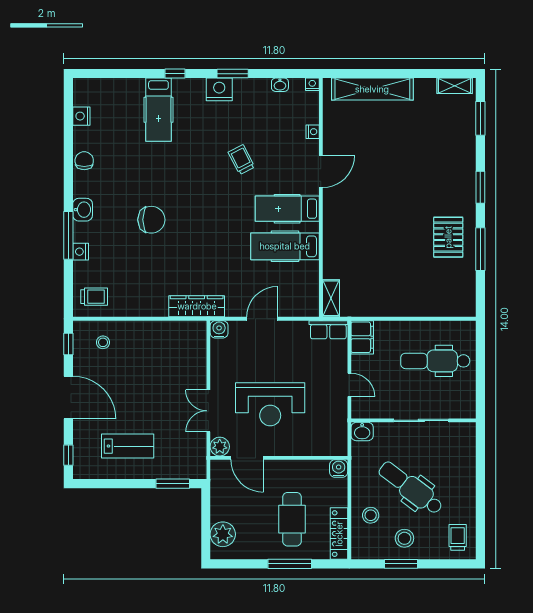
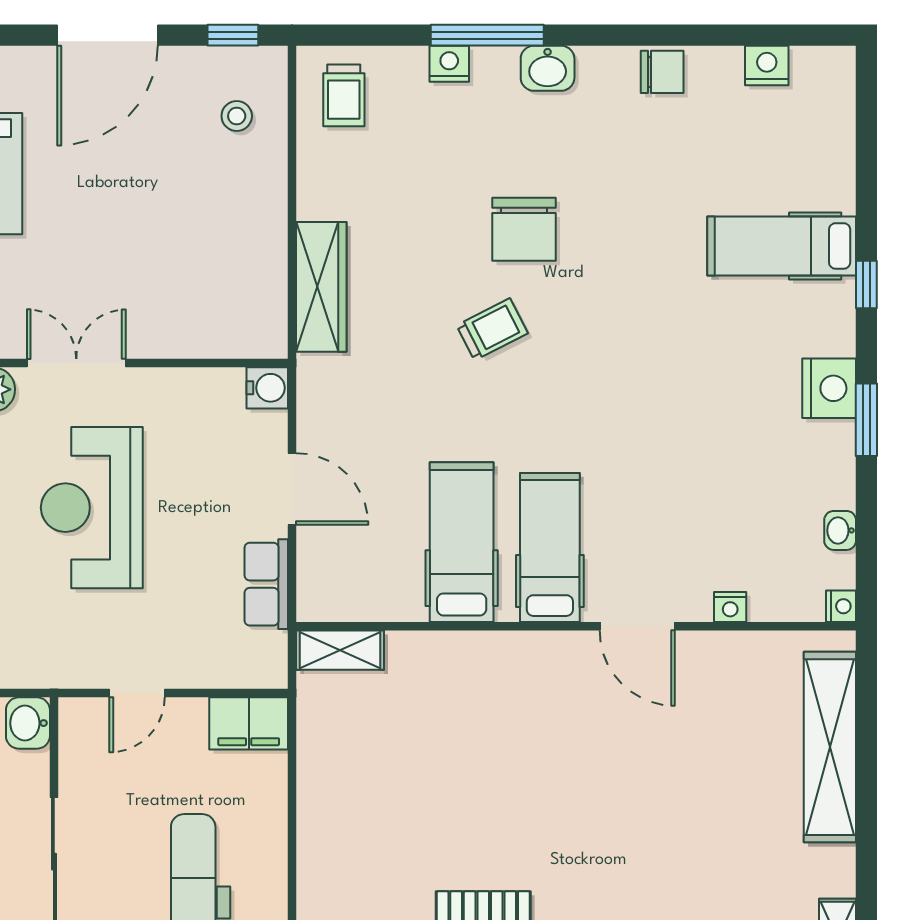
trolley: (241, 160) -> (492, 329), moved
wardrobe: (197, 306) -> (321, 287), moved
row of seats: (328, 330) -> (266, 584), moved

